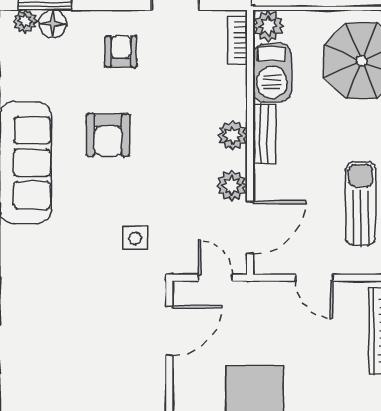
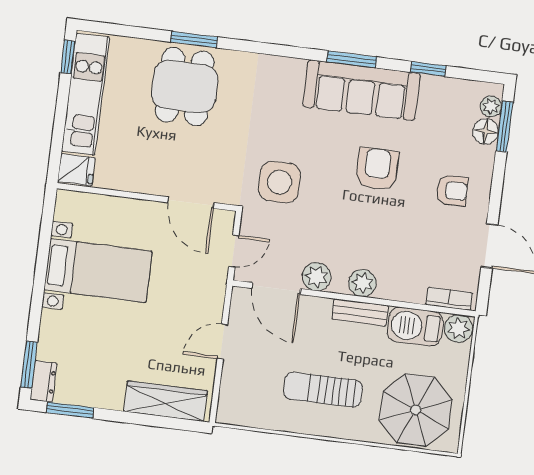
armchair: (108, 135) -> (377, 169), turned 90
sun lounger: (361, 204) -> (323, 390), moved, turned 180
side table: (135, 238) -> (279, 182), width x1.87, depth x1.87
dining table: (45, 353) -> (185, 87), added

